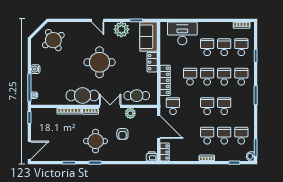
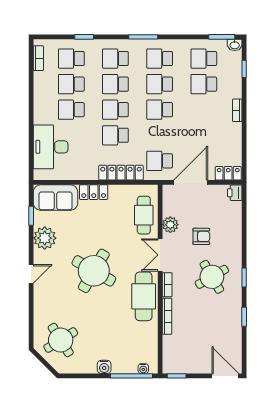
round table: (100, 62) -> (94, 271), turned 30
school desk: (207, 136) -> (160, 59), moved
round table: (96, 141) -> (212, 277), turned -30

